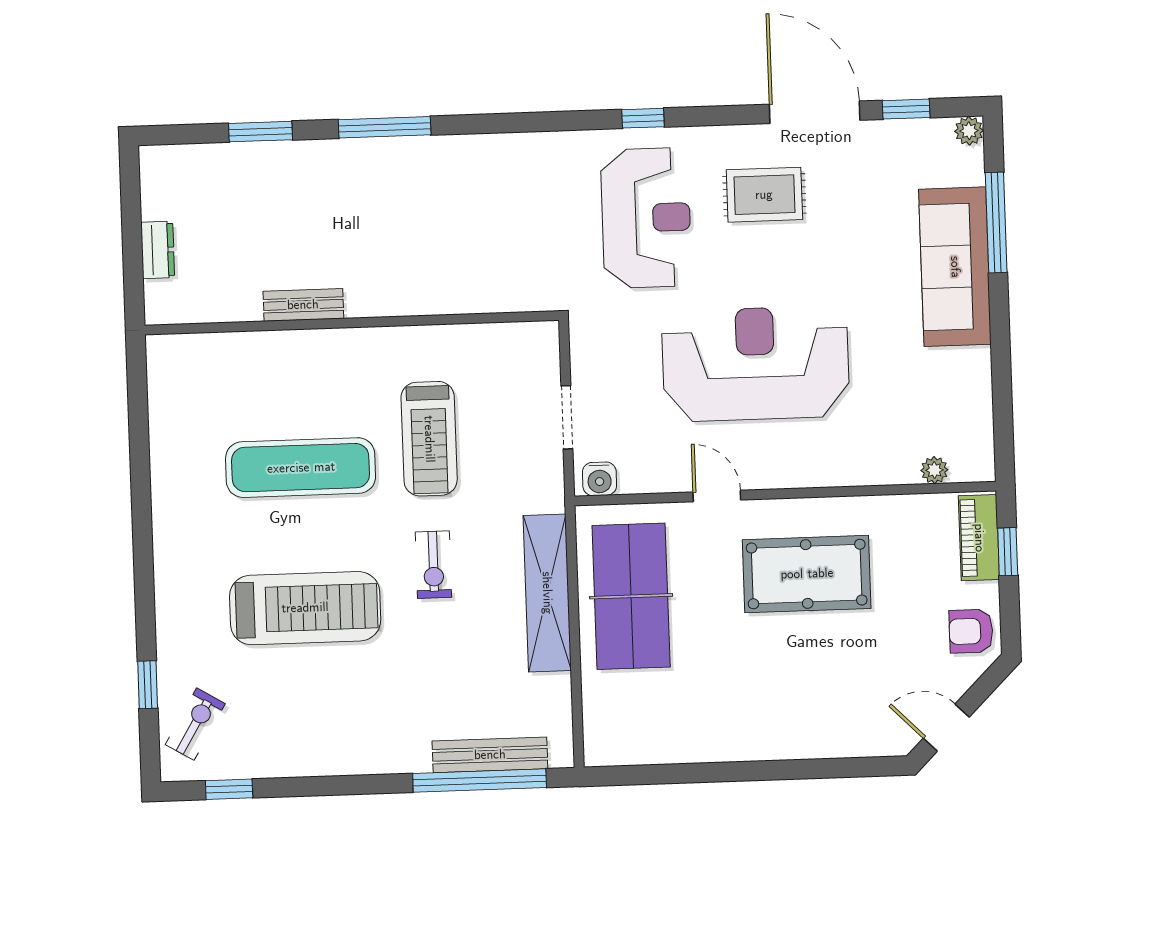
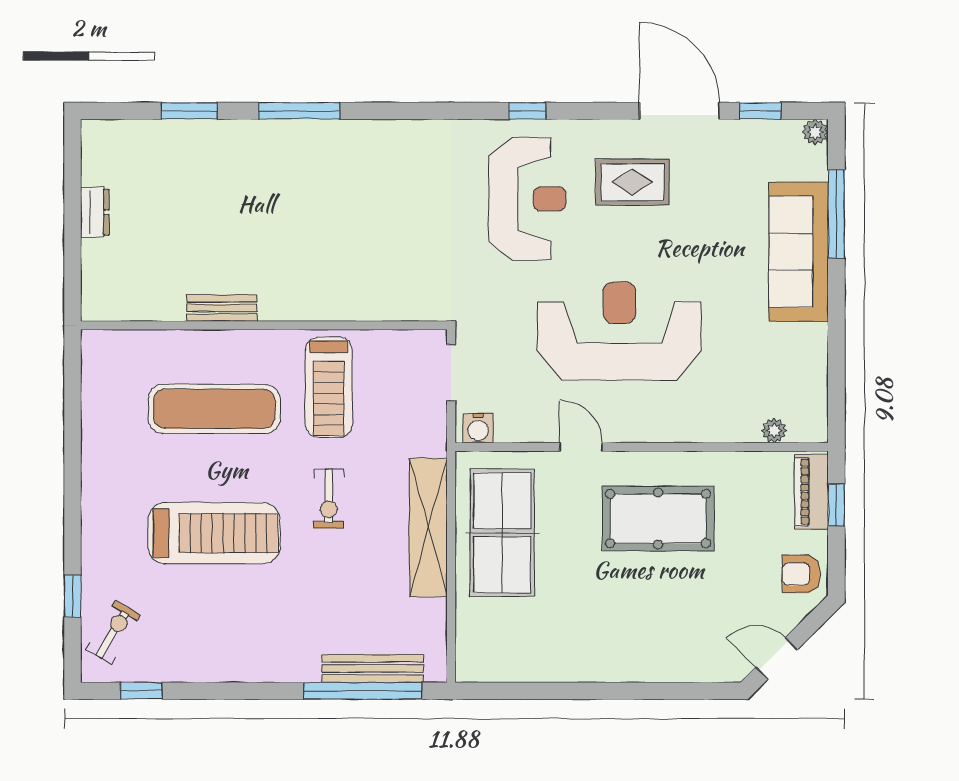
bench: (303, 305) -> (222, 308), moved
wall: (352, 323) -> (264, 325), moved

